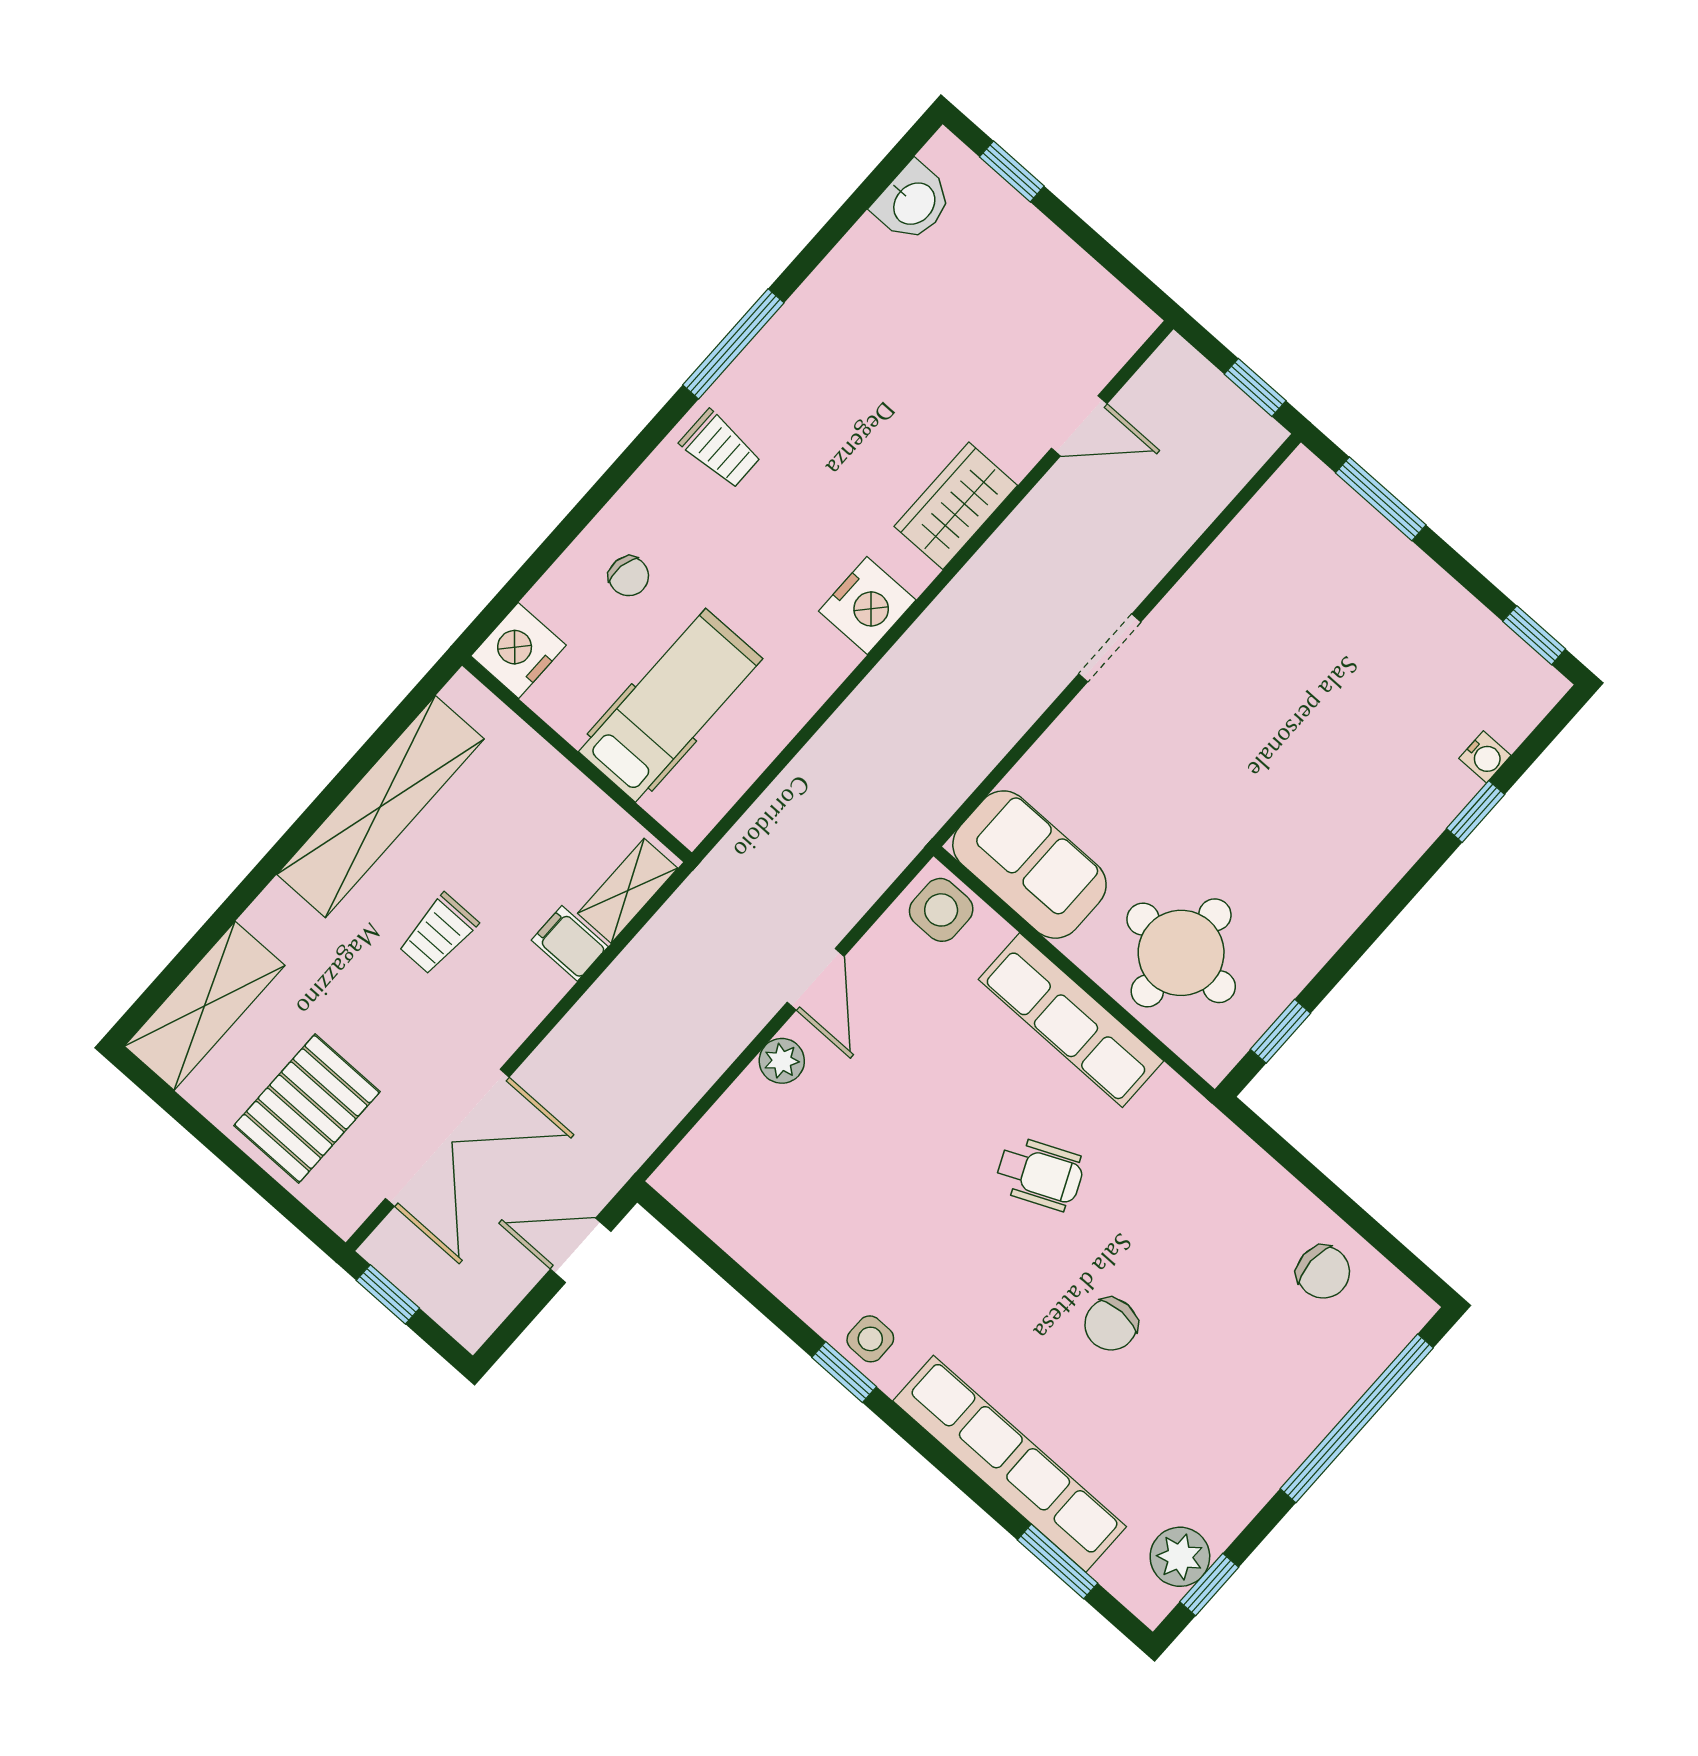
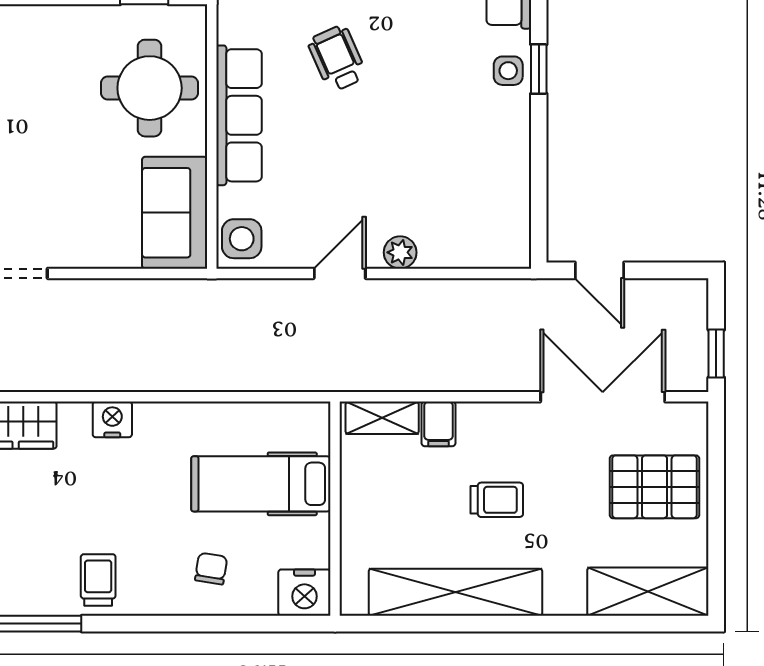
nightstand: (867, 605) -> (112, 419), width x0.74, depth x0.75

